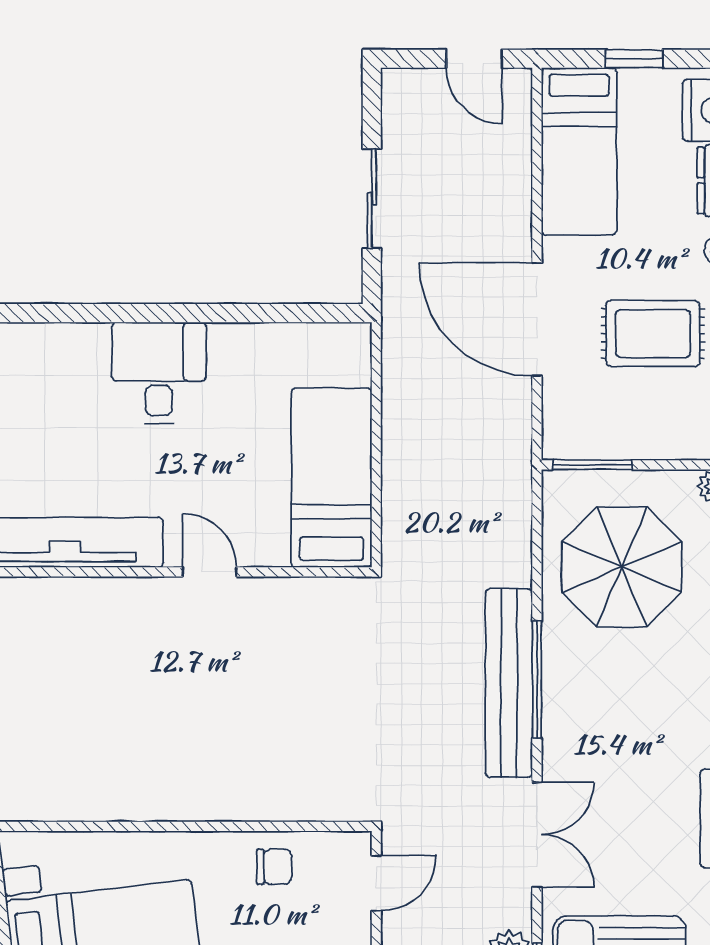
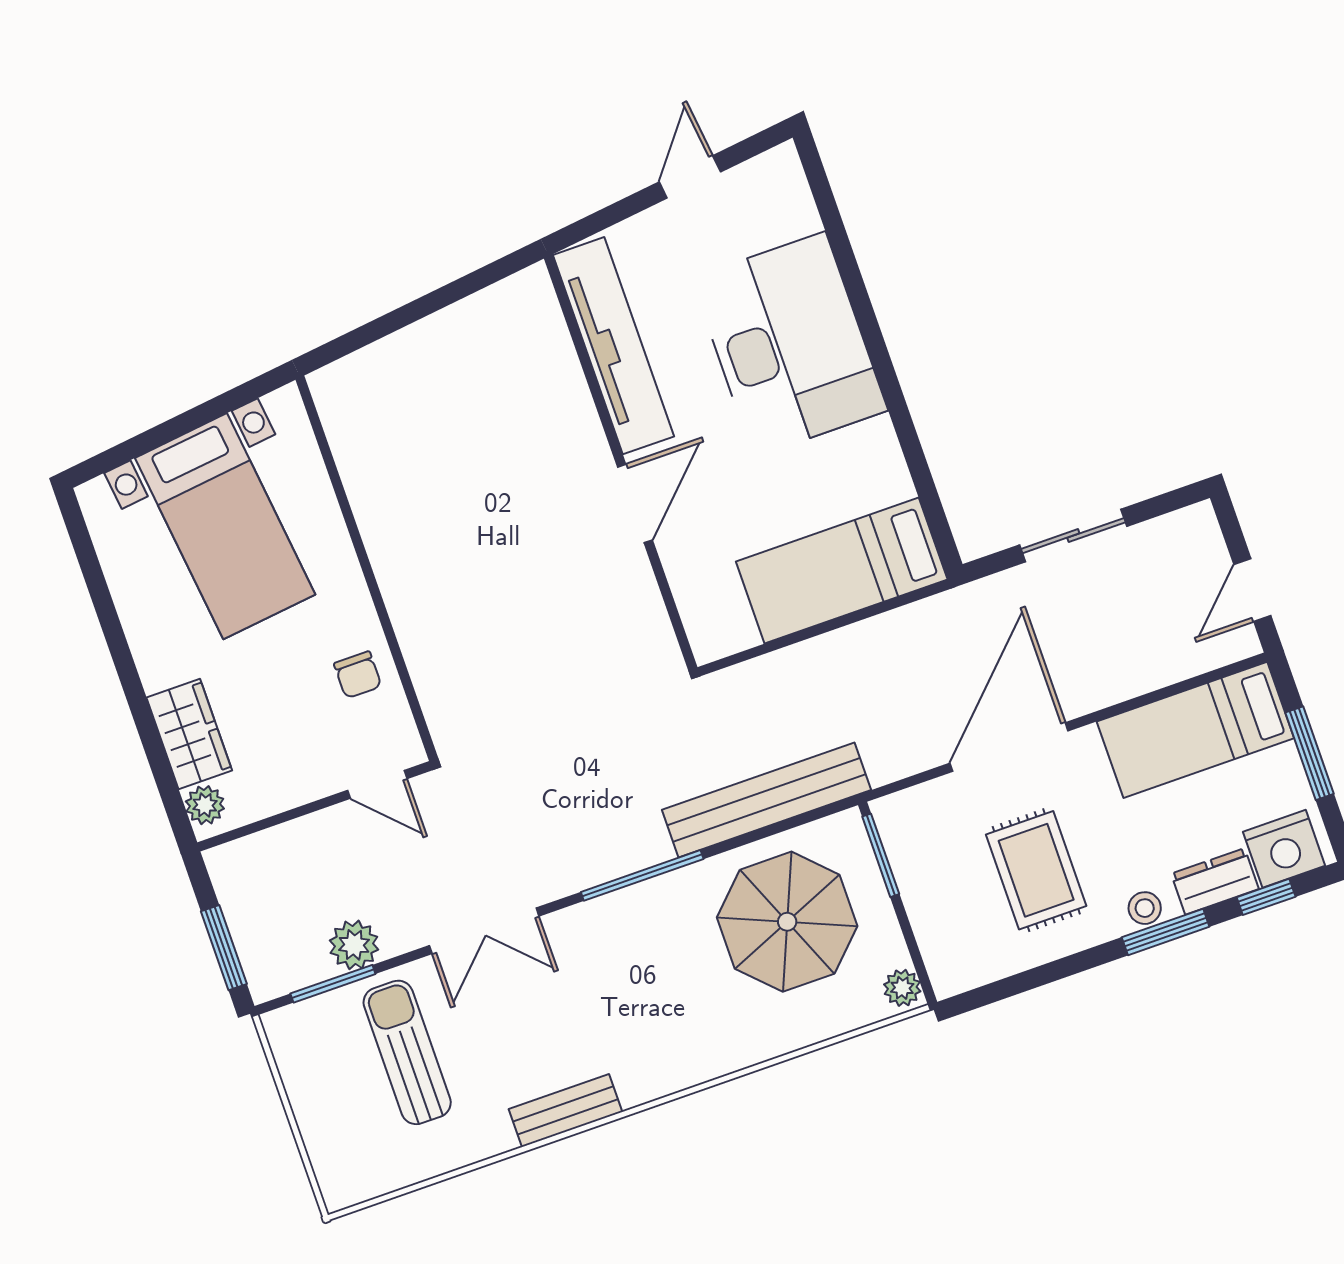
window: (634, 59) -> (1309, 753), width x1.50
desk: (159, 373) -> (790, 344), width x1.87, depth x1.30
bed: (331, 478) -> (842, 571), moved, turned 180
door: (210, 572) -> (635, 503), width x1.37
bench: (509, 683) -> (766, 800), moved

